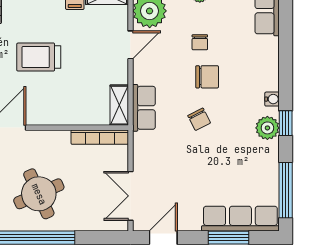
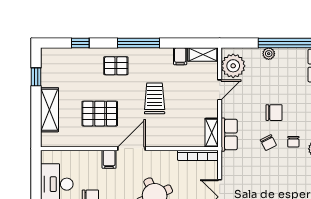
chair: (200, 42) -> (293, 142), moved
trolley: (39, 57) -> (155, 98), turned 90

